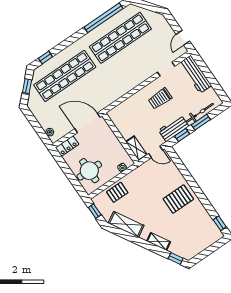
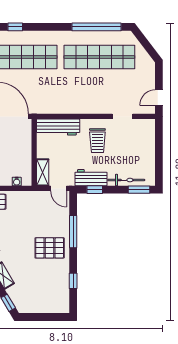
workbench: (195, 74) -> (58, 127), moved, turned -90
trolley: (160, 99) -> (97, 141), turned -90
window: (201, 122) -> (139, 190), moved
window: (187, 176) -> (73, 232), added
window: (220, 223) -> (73, 281), moved

